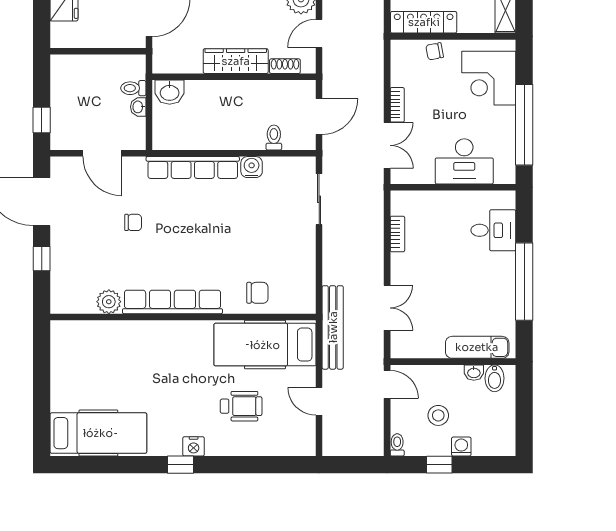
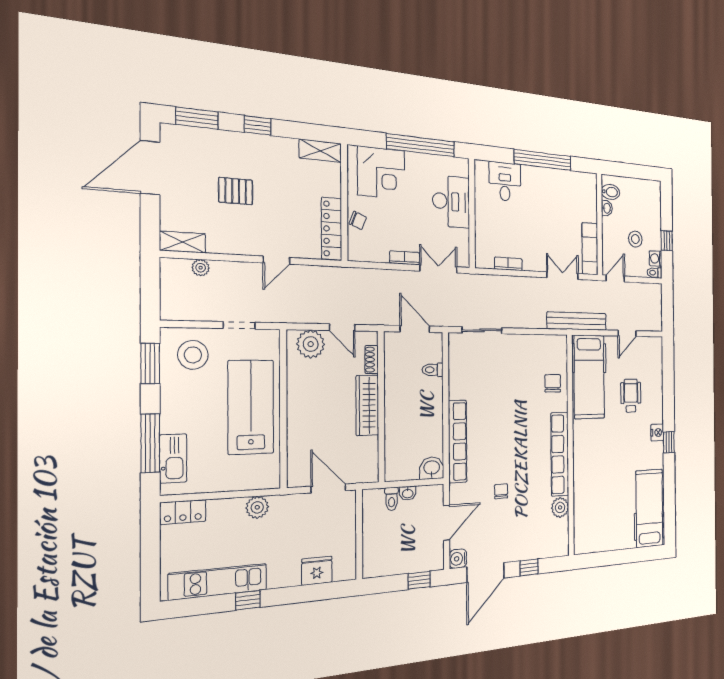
chair: (435, 51) -> (358, 220), turned -57
washbasin: (170, 92) -> (432, 468), moved, turned -90
water cooler: (252, 167) -> (458, 559), moved
exam couch: (477, 347) -> (590, 249), moved
washing machine: (461, 447) -> (656, 259), moved

